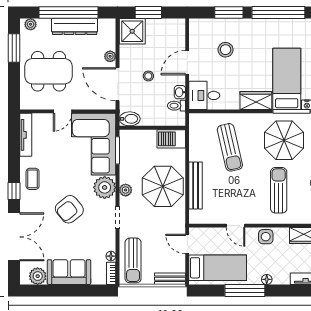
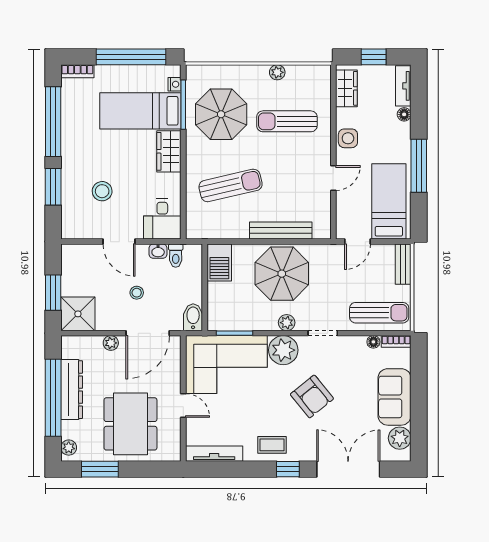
floor lamp: (267, 279) -> (404, 114), moved

